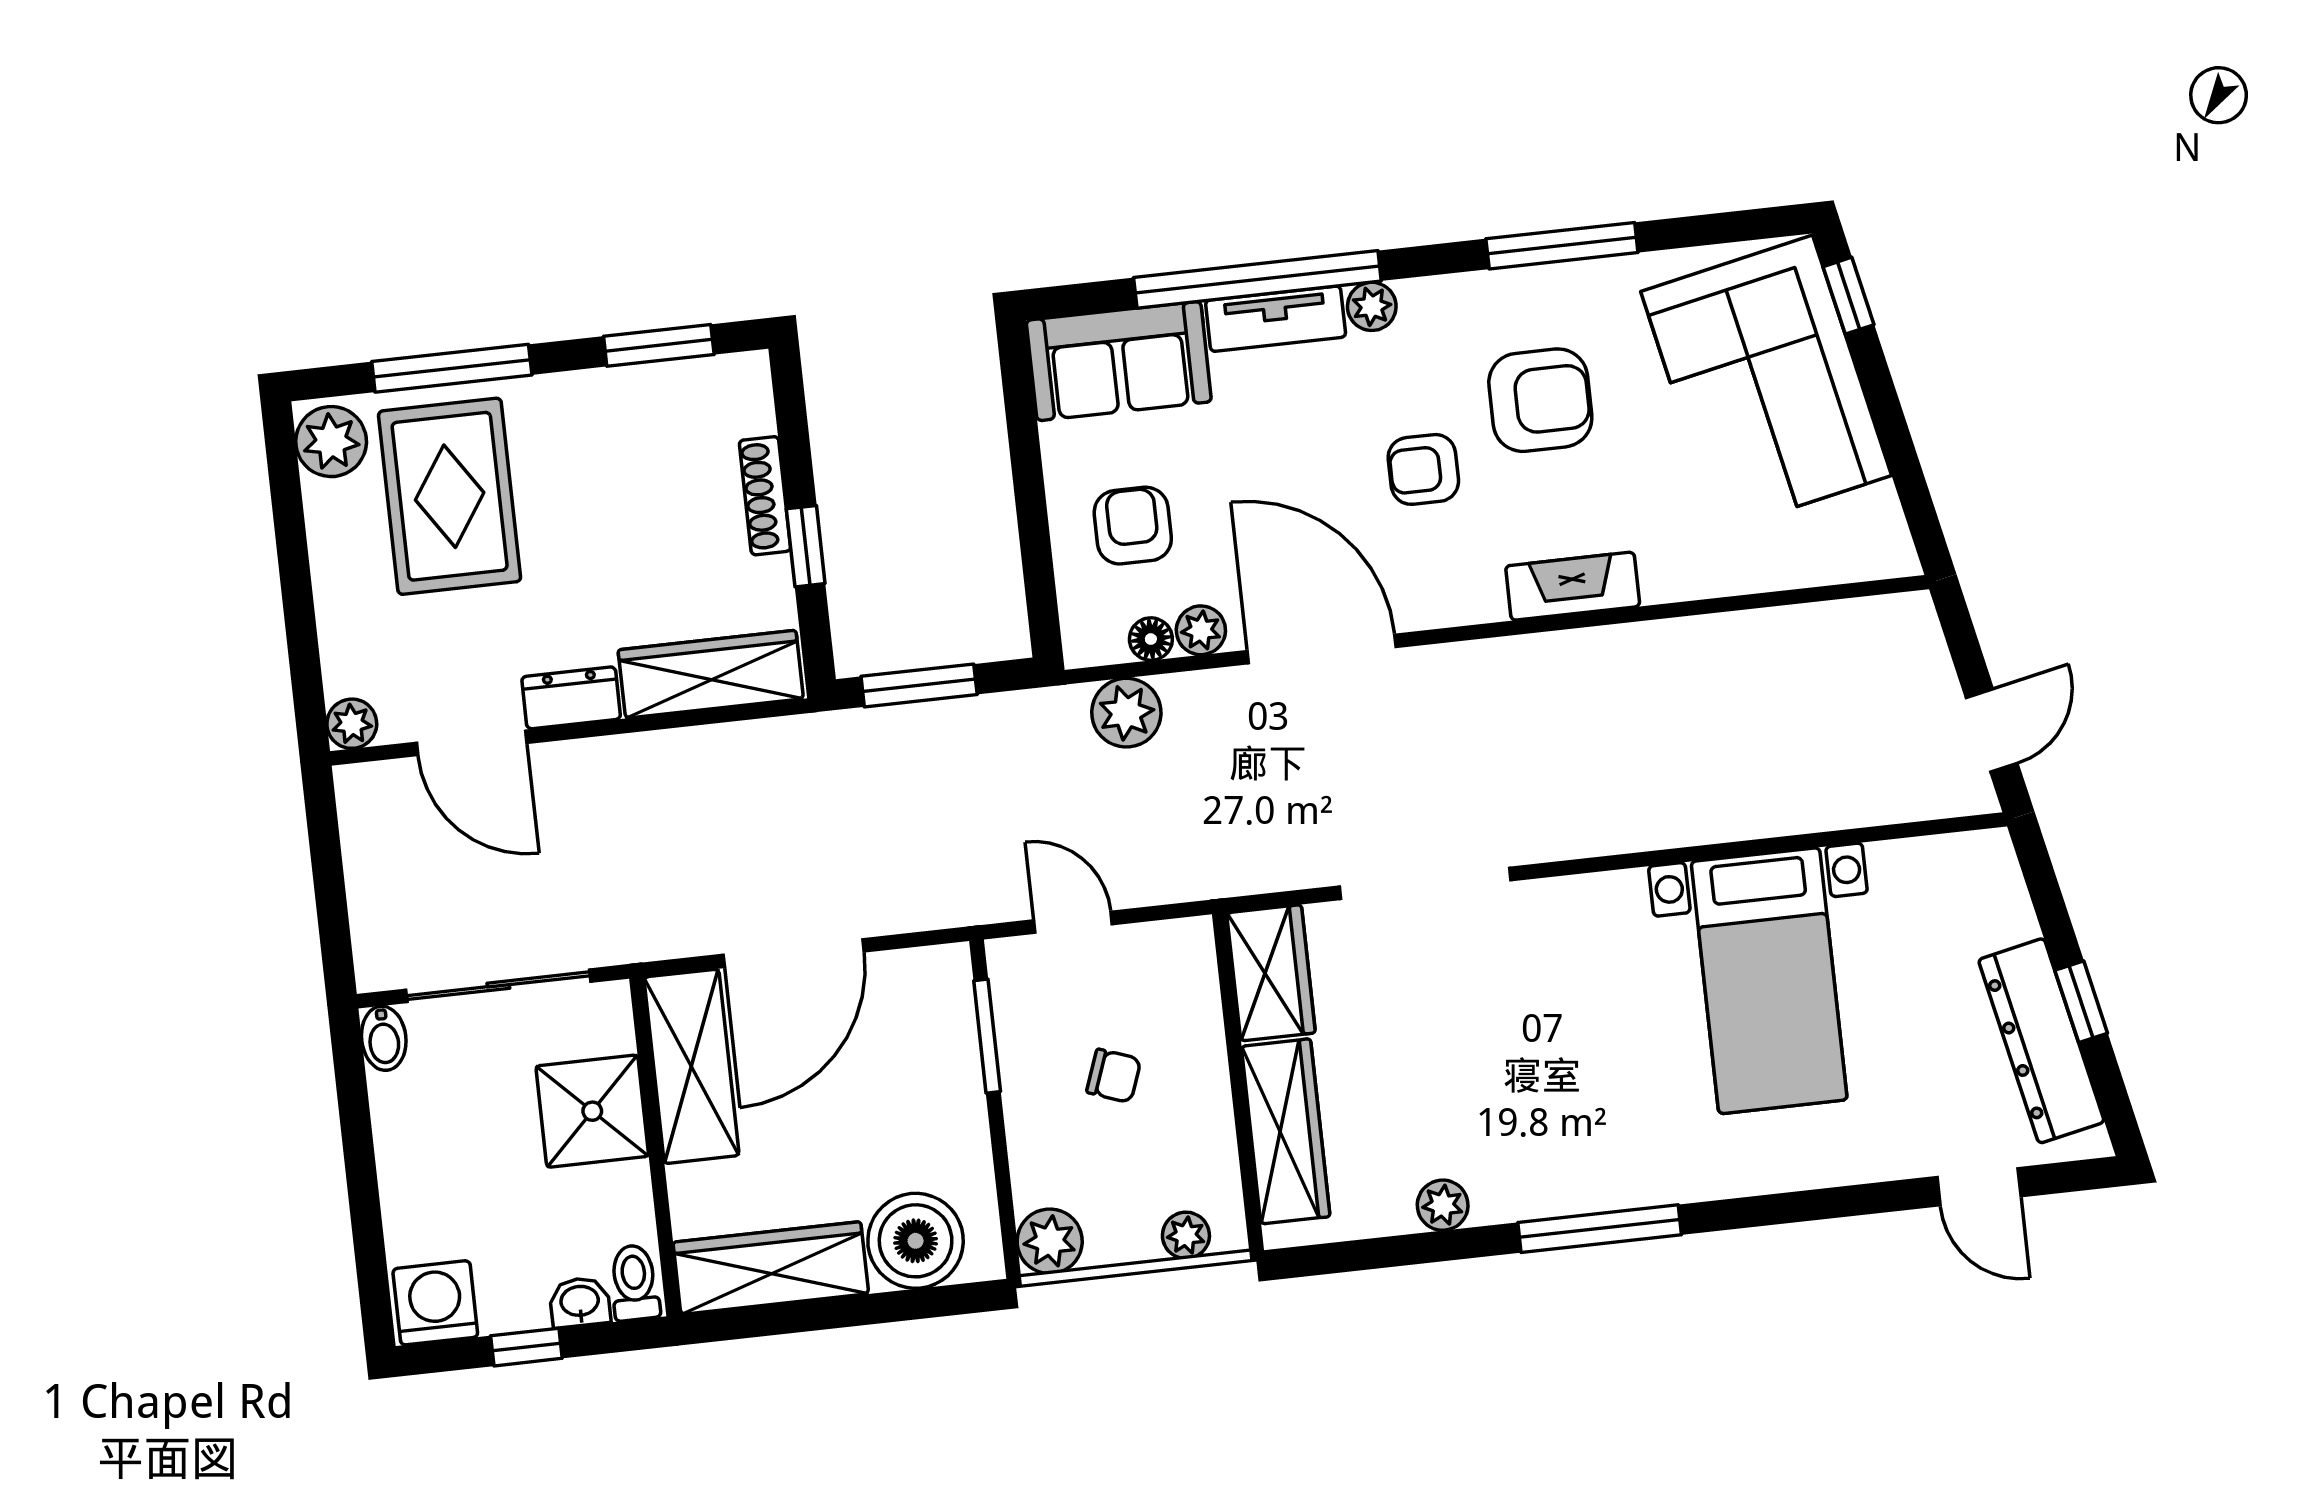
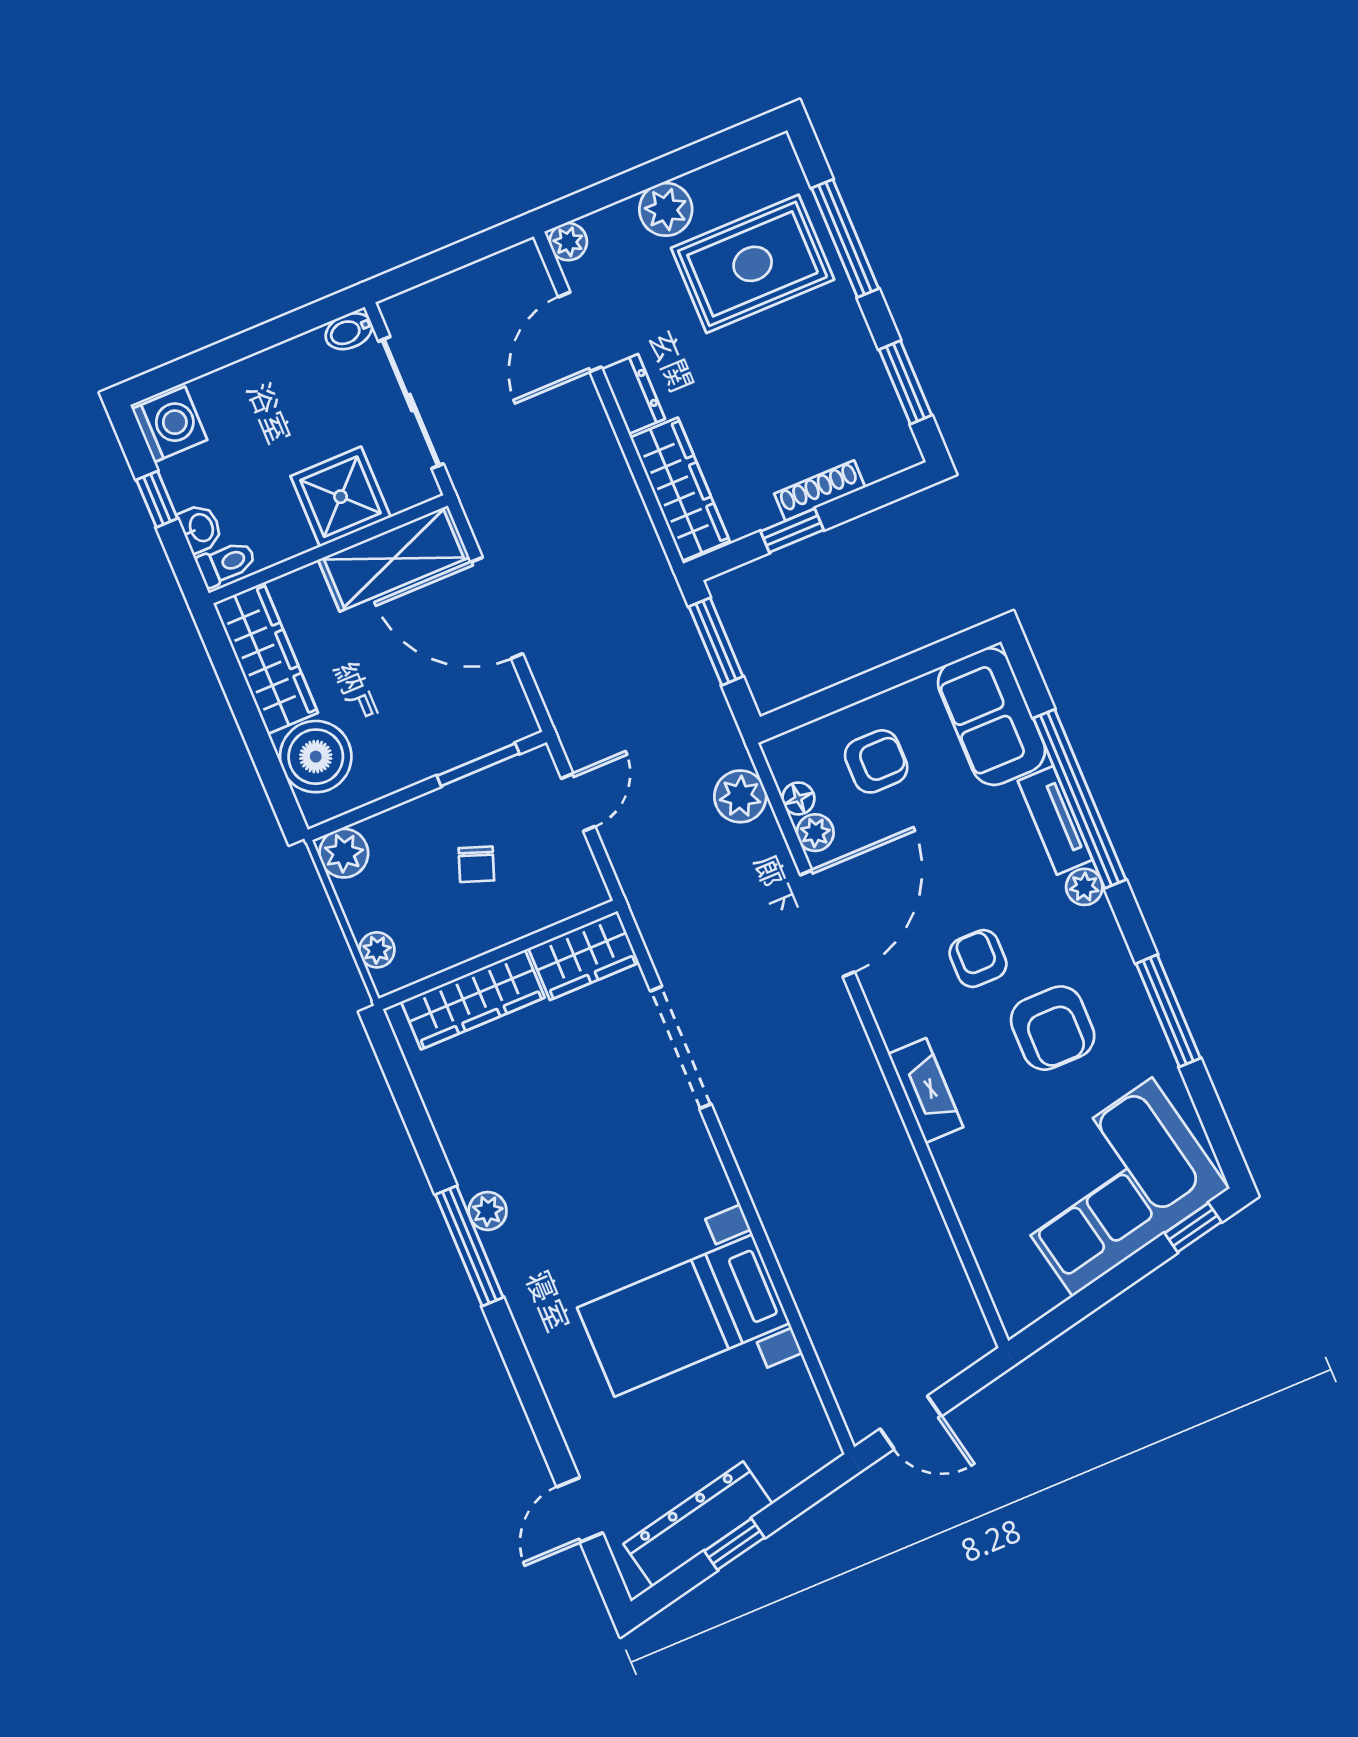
plant: (331, 442) -> (666, 209), moved
plant: (1443, 1205) -> (488, 1211), moved

